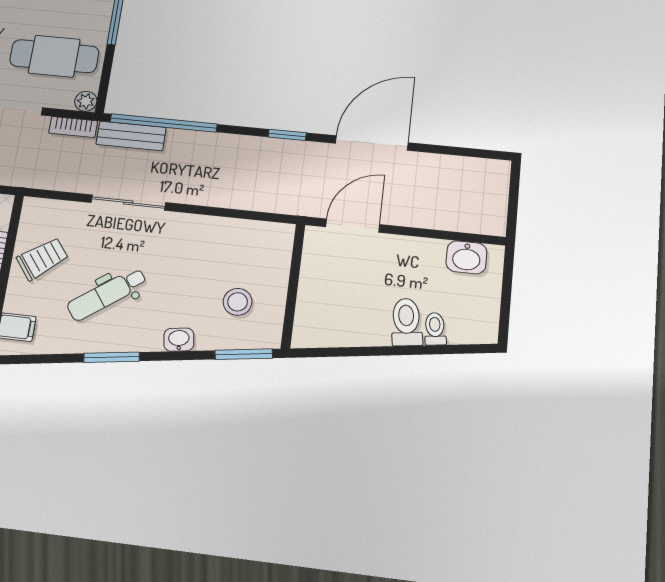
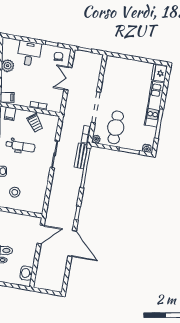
door: (353, 226) -> (41, 234), hinge flipped
dental chair: (107, 294) -> (20, 146), turned 126

